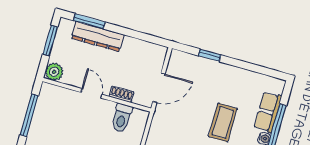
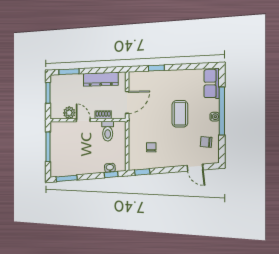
dresser: (98, 36) -> (101, 79), moved
plant: (54, 72) -> (69, 113), moved
row of seats: (268, 112) -> (212, 84), moved

